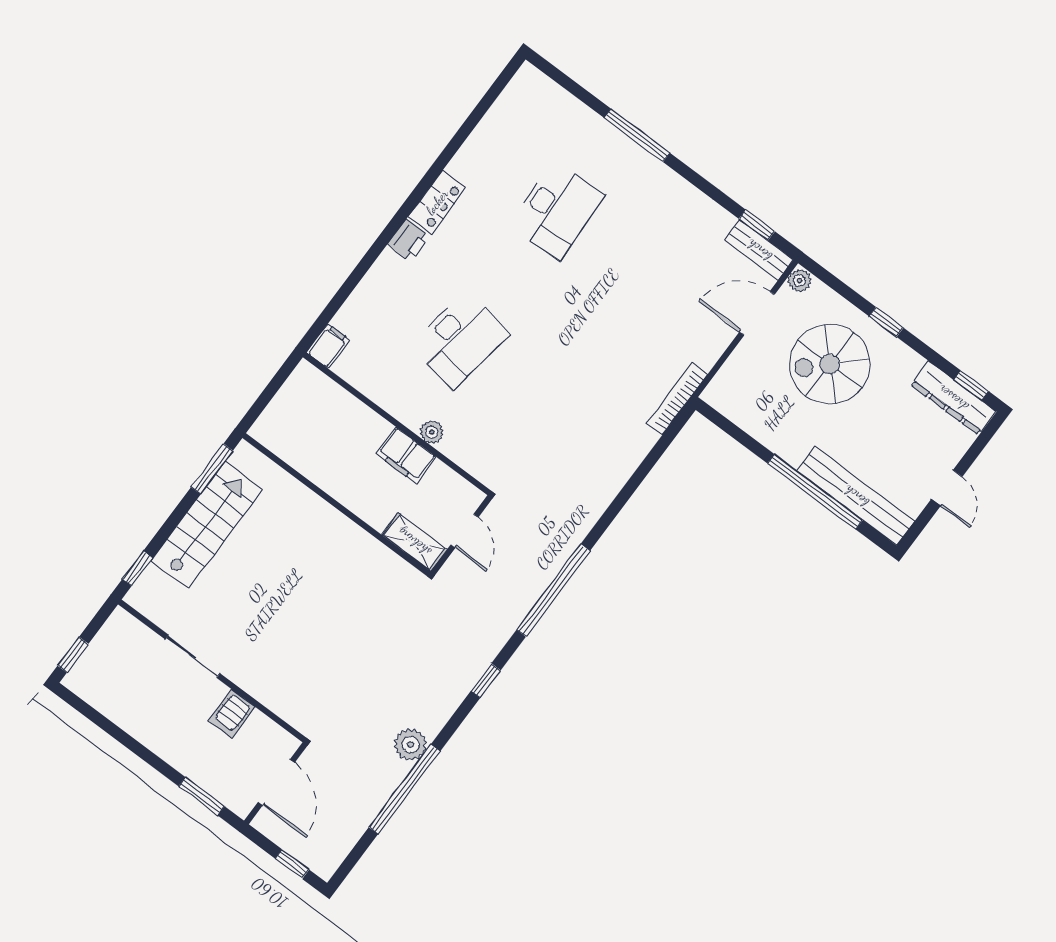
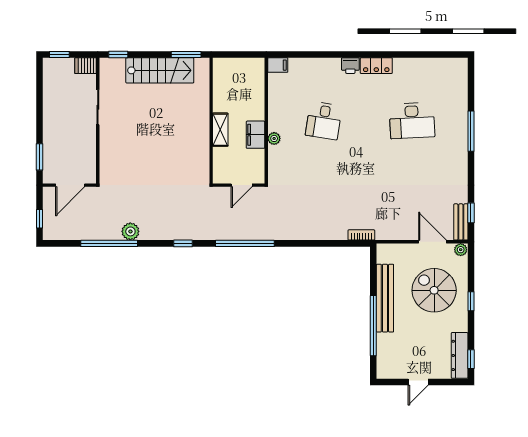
desk: (460, 340) -> (324, 121), width x0.73
bookcase: (677, 399) -> (361, 235), width x0.64
bench: (856, 496) -> (385, 298), moved
shelving: (414, 542) -> (220, 130), moved
server rack: (232, 714) -> (86, 66), moved

